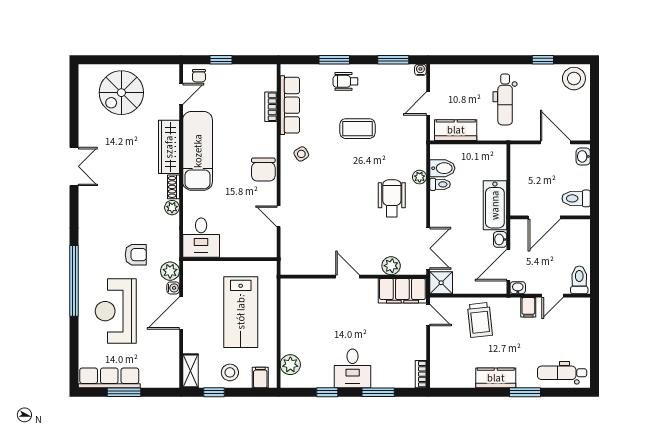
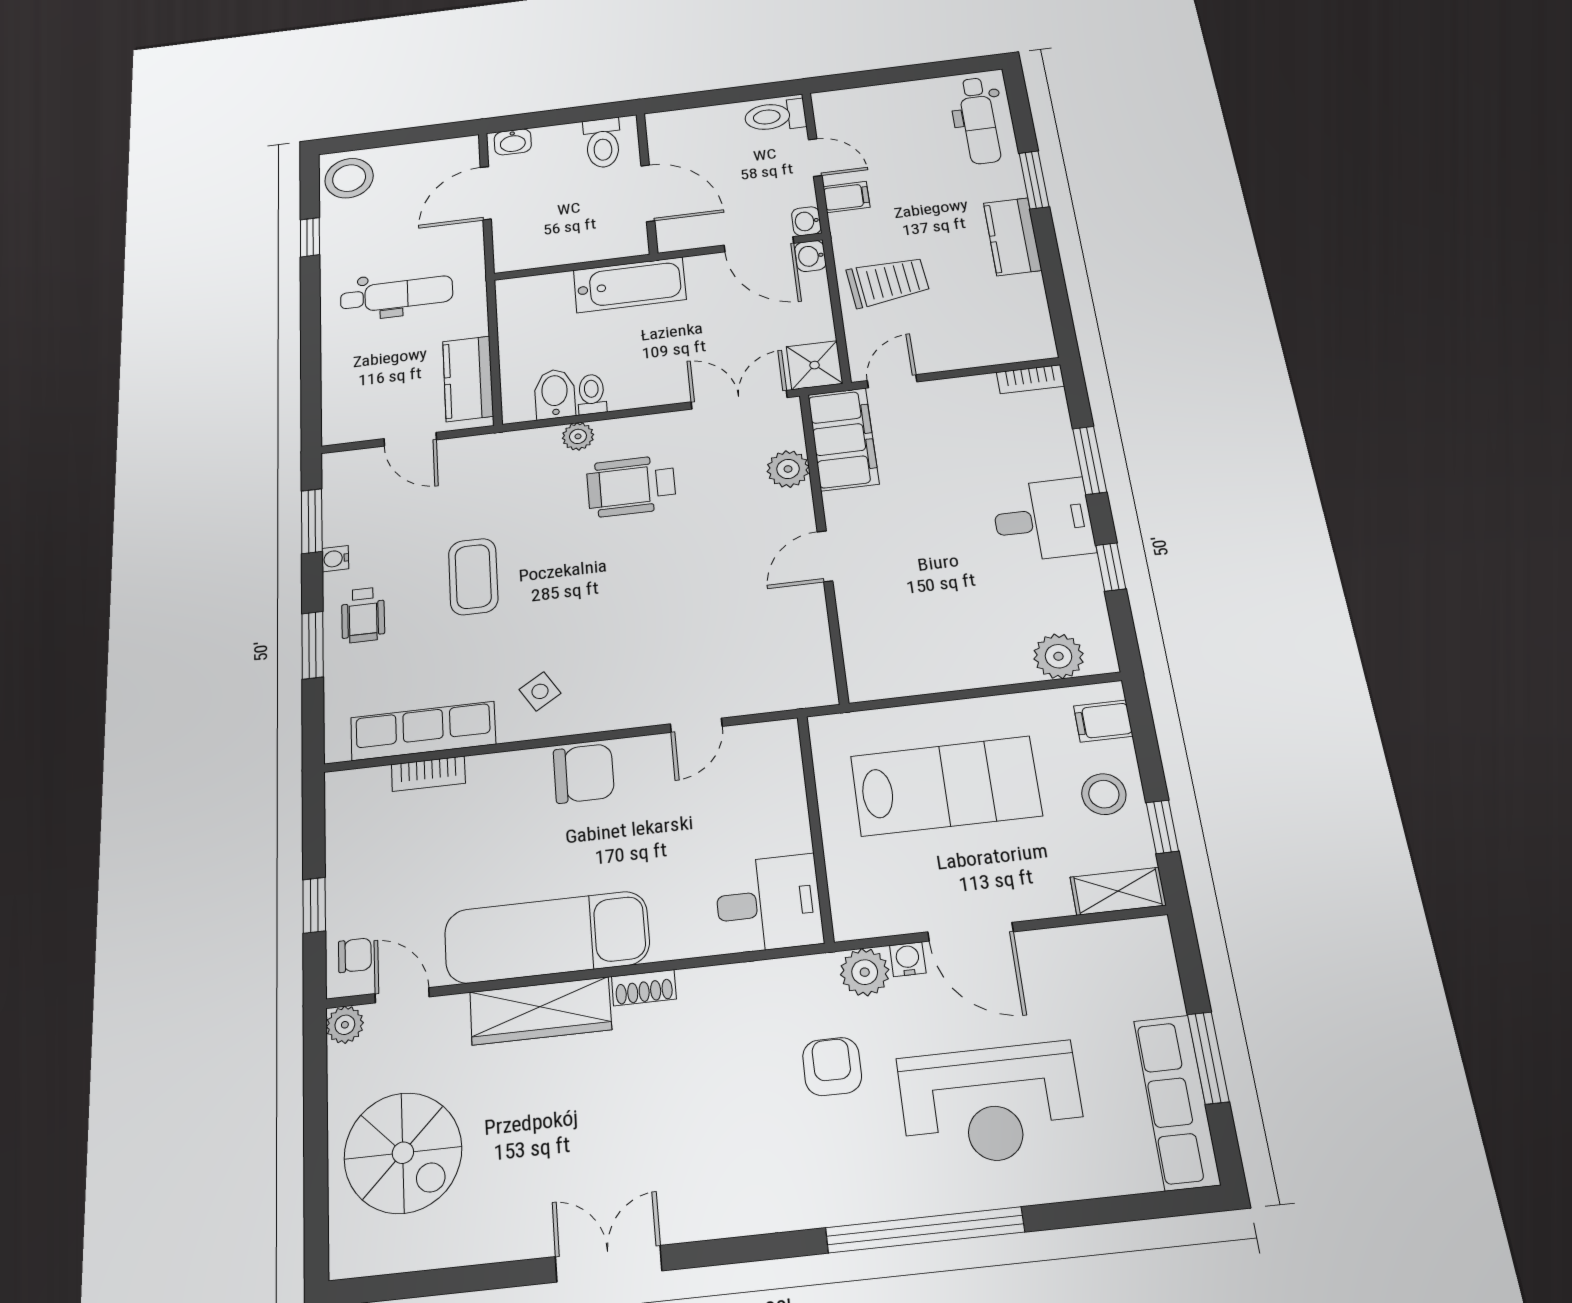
water cooler: (420, 70) -> (335, 559), moved
plant: (172, 208) -> (345, 1025), moved
washbasin: (500, 239) -> (810, 256), moved, turned 90

